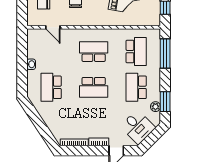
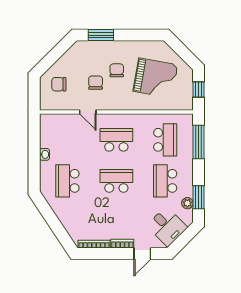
door: (53, 27) -> (88, 112), moved
school desk: (94, 87) -> (116, 181), turned 180

